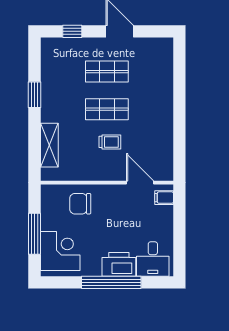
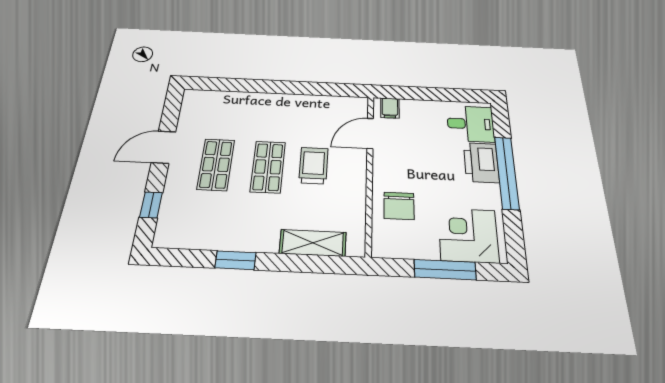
trolley: (110, 142) -> (313, 165), width x1.36, depth x1.39

